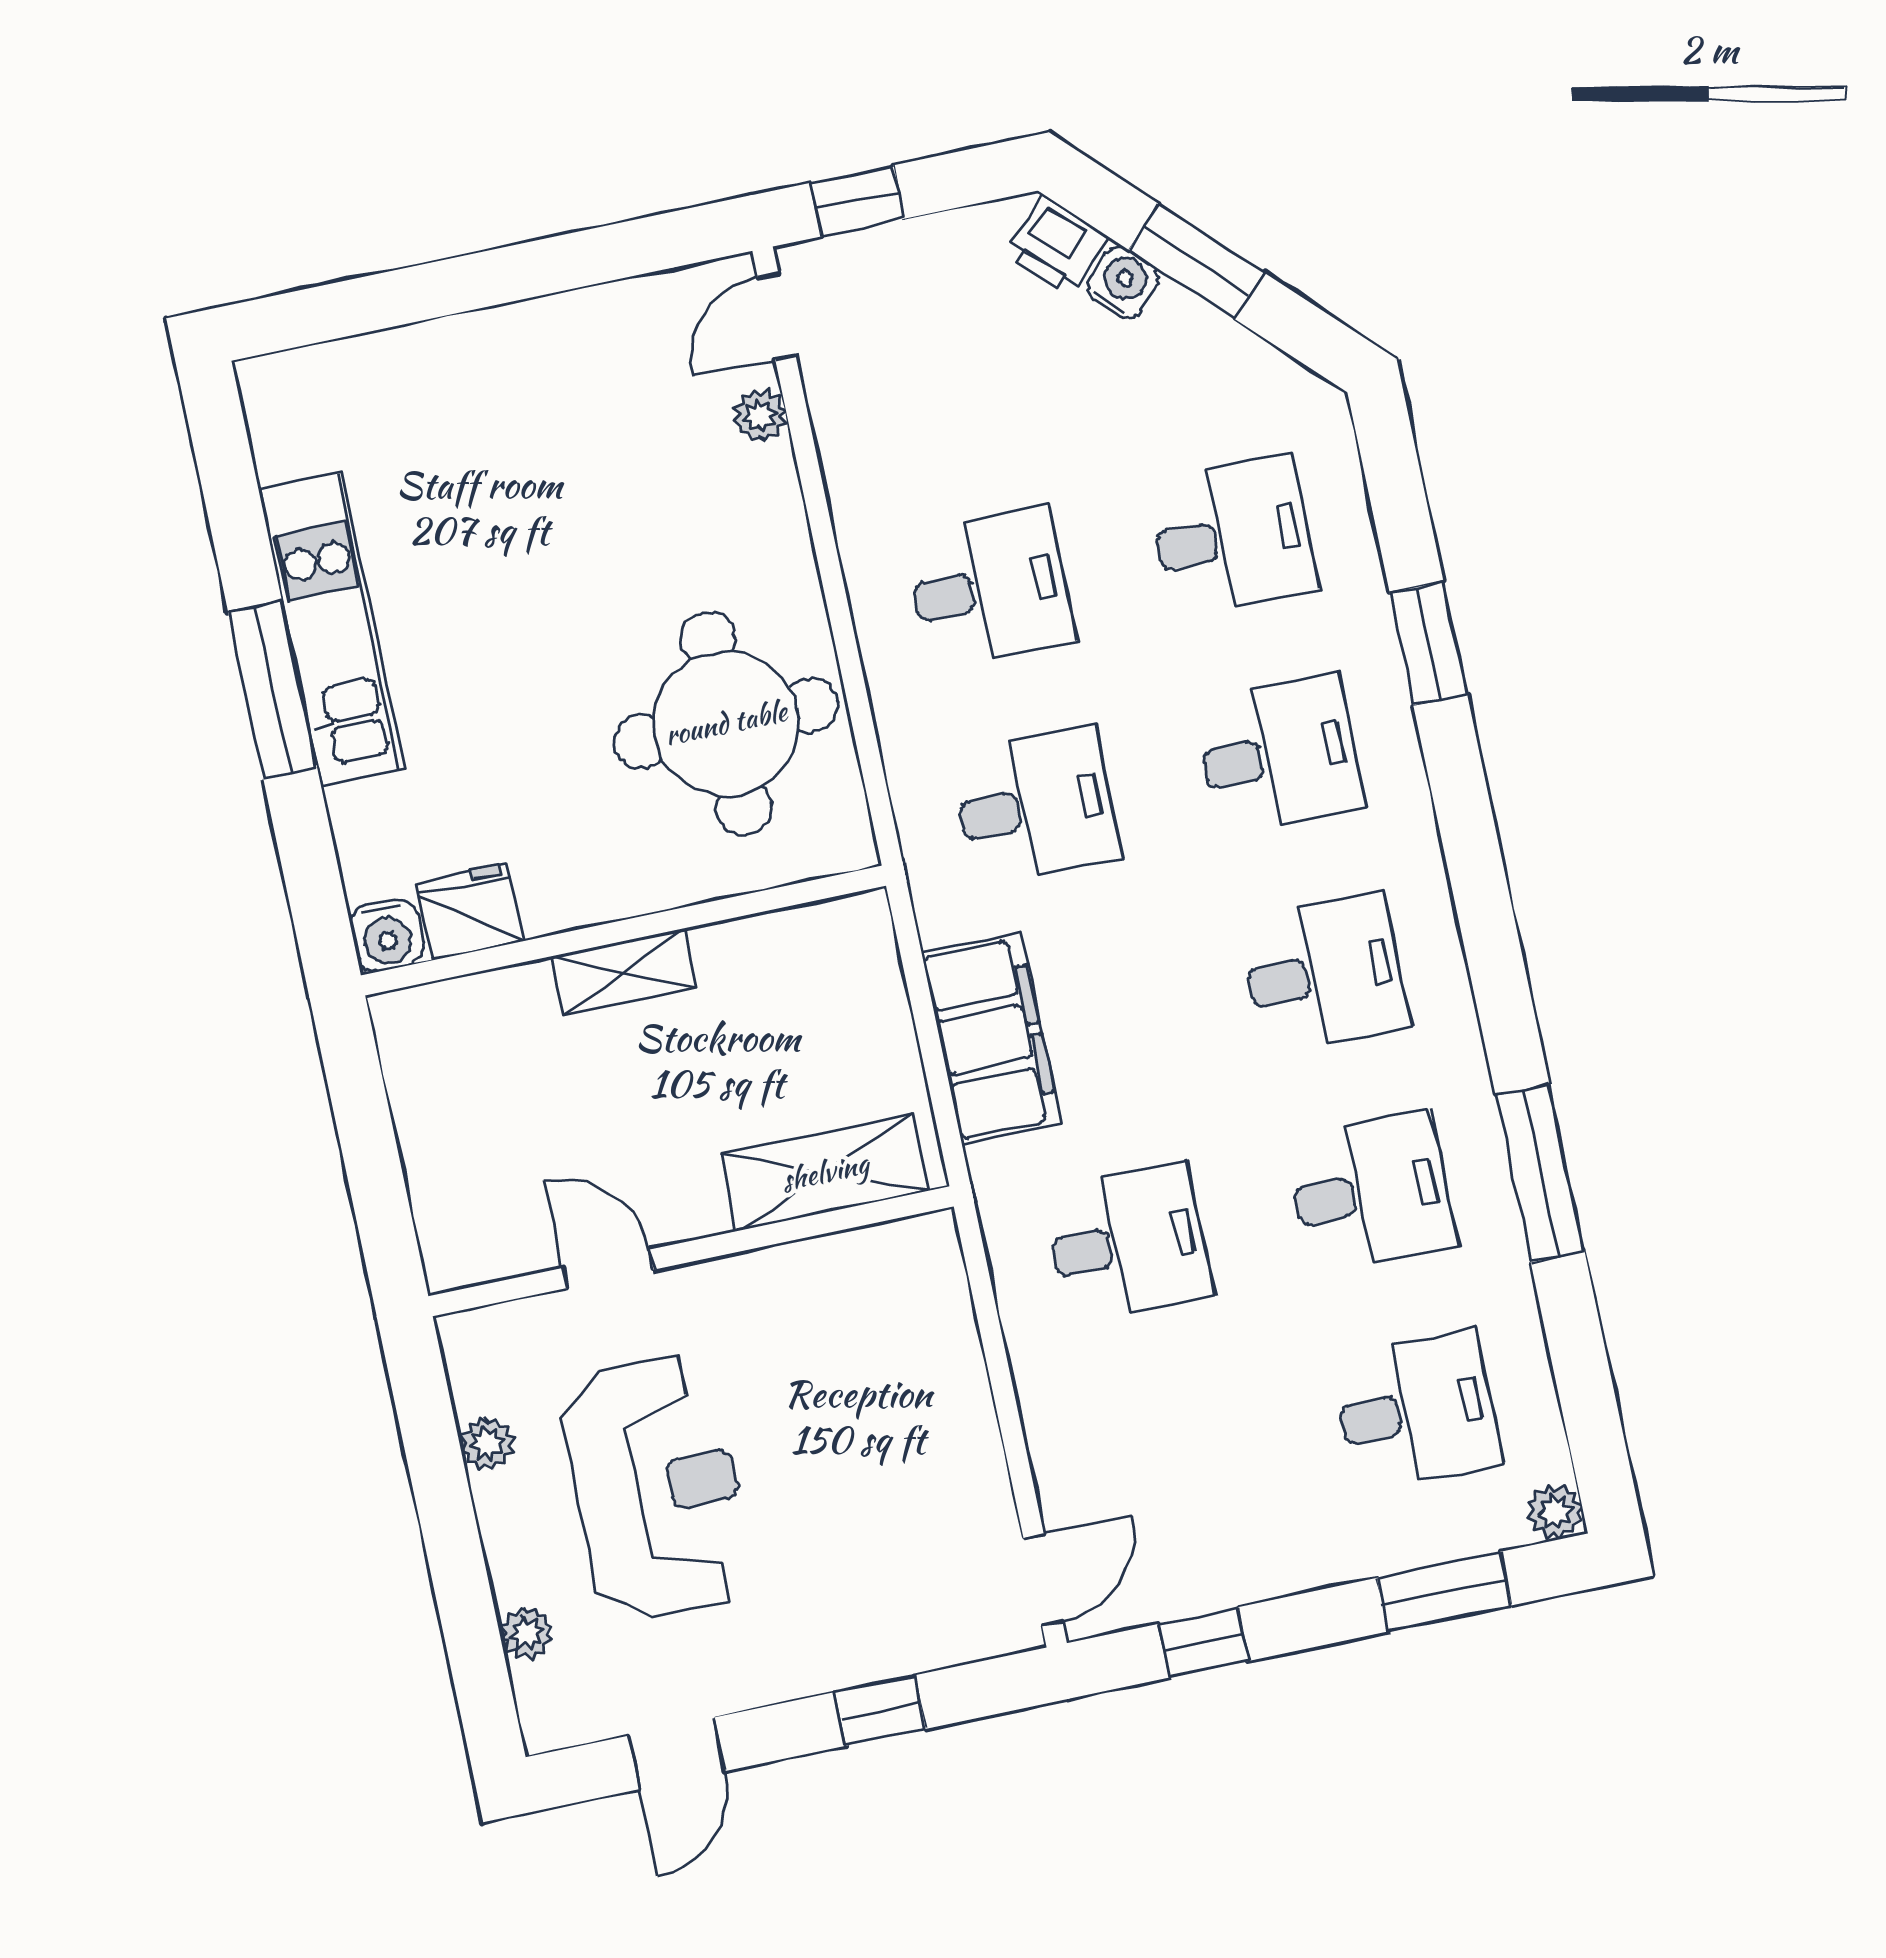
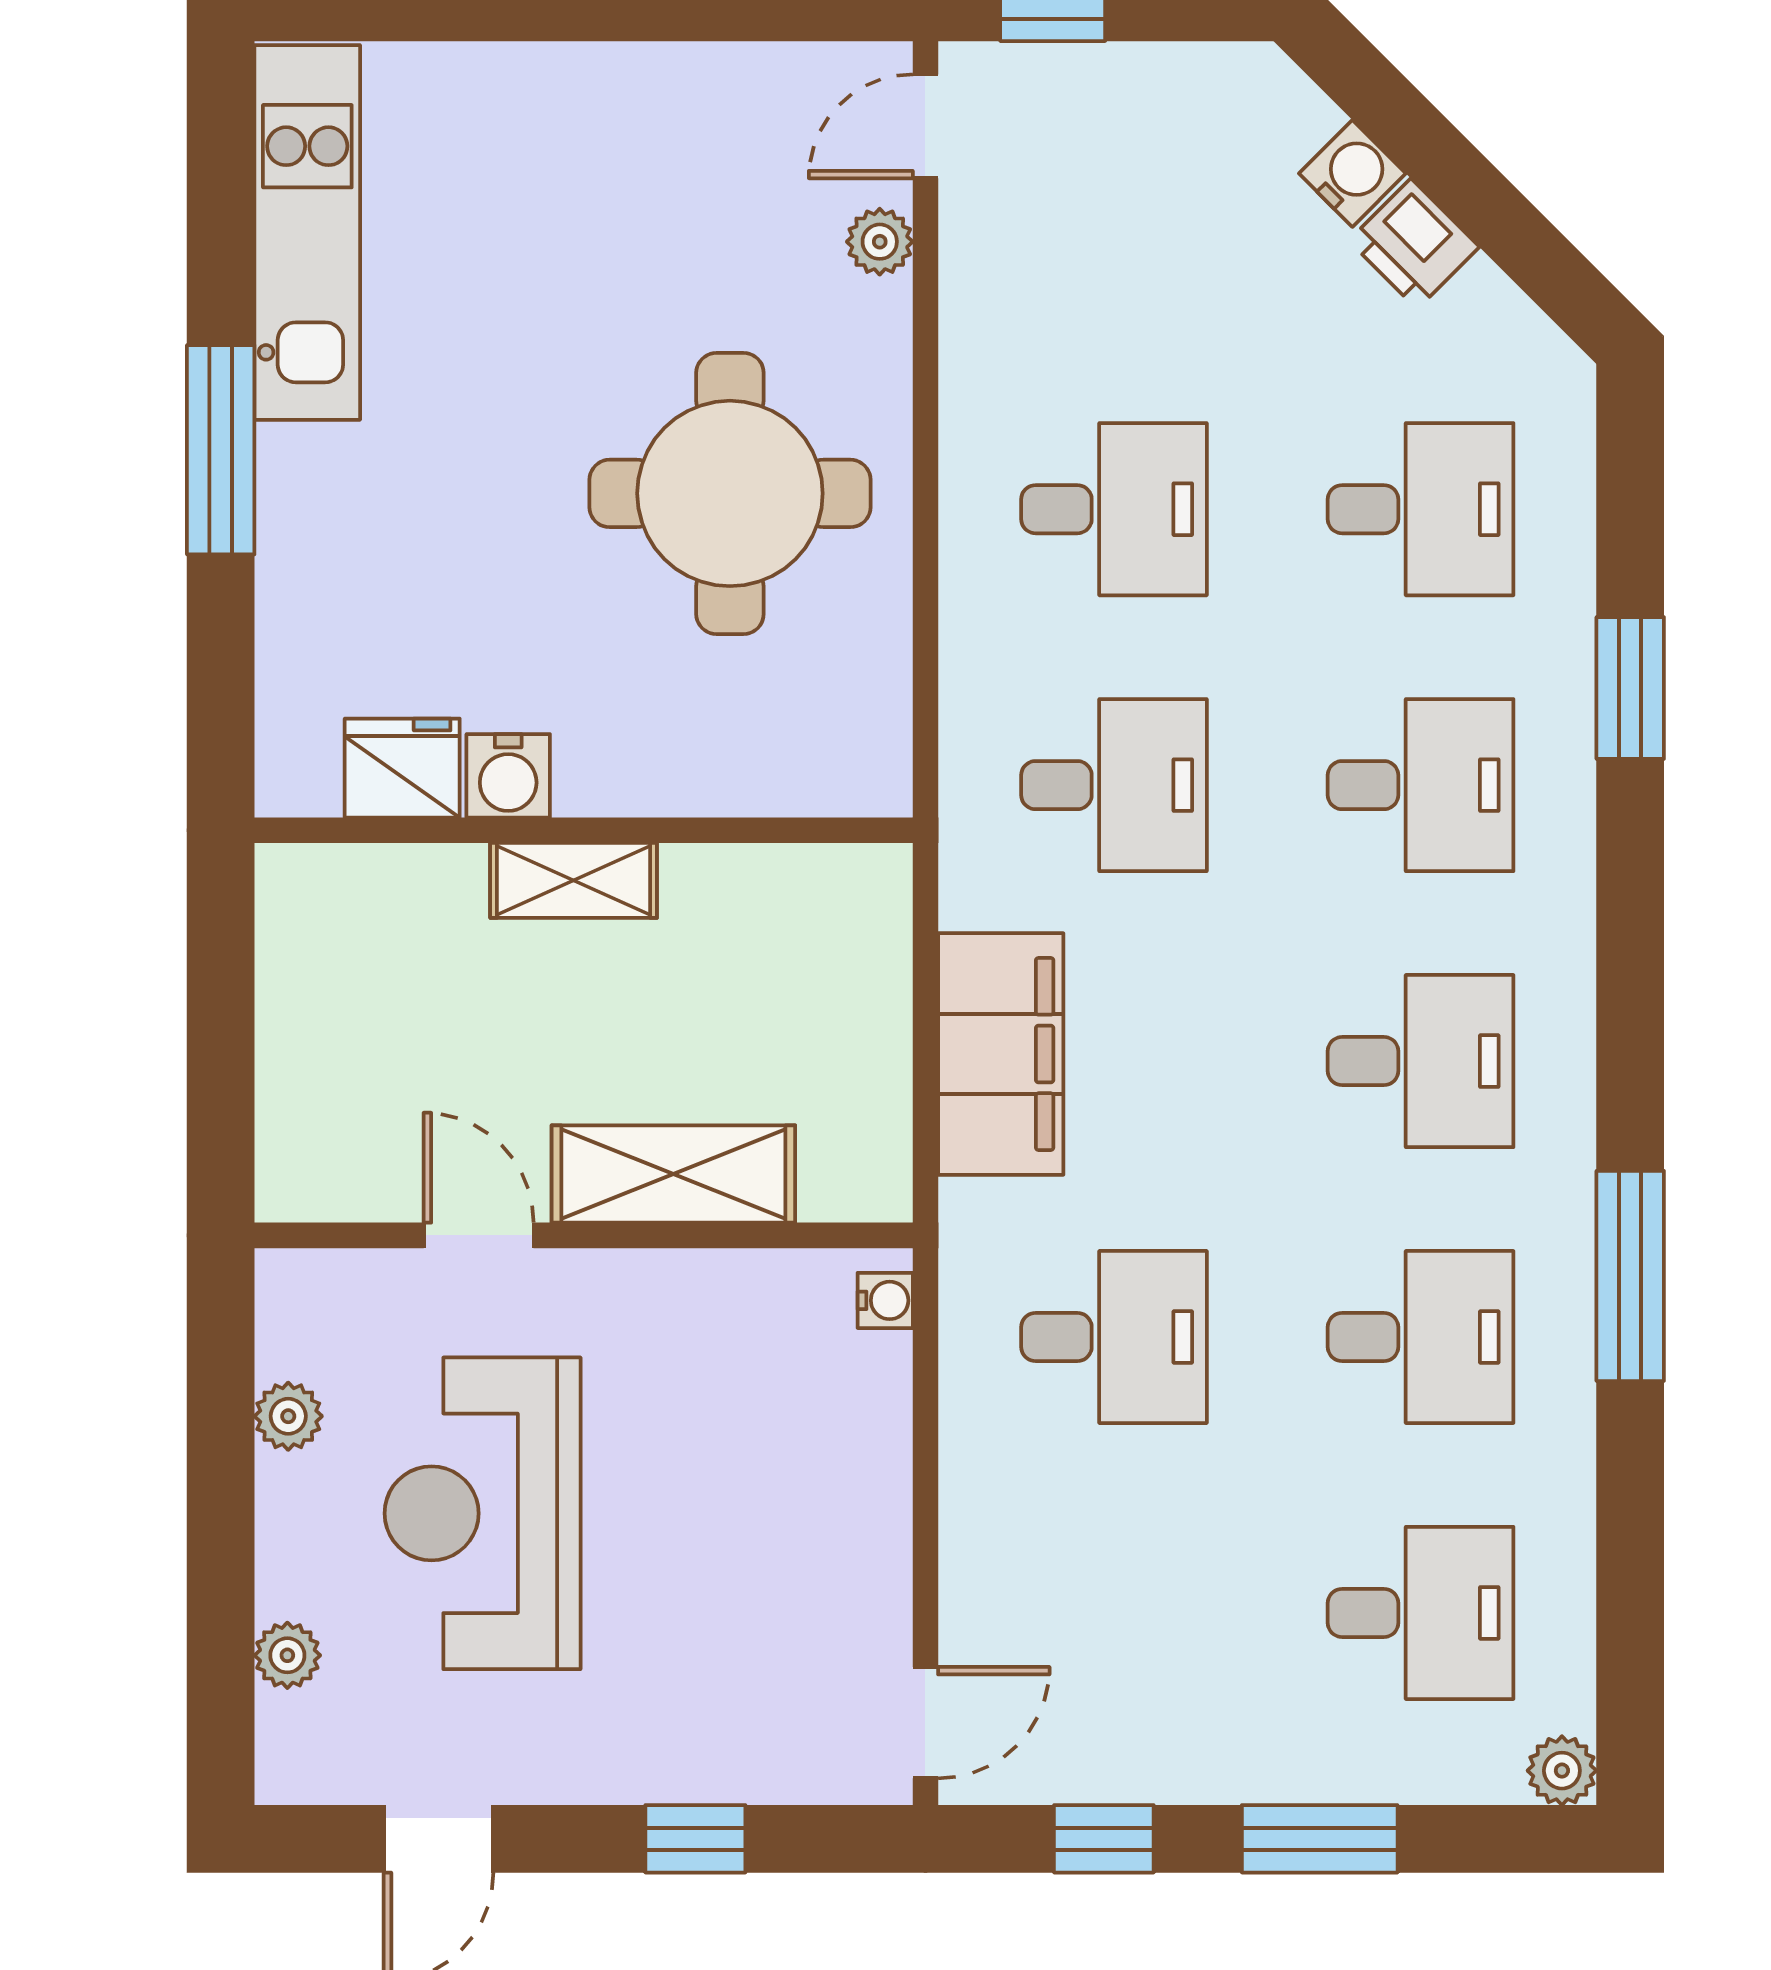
printer: (1057, 245) -> (1414, 244), moved
window: (1196, 261) -> (1447, 167), removed
kitchen unit: (331, 629) -> (307, 232), moved
round table: (726, 723) -> (730, 493), moved
water cooler: (387, 935) -> (508, 776), moved
shelving: (825, 1172) -> (673, 1174), moved
window: (1540, 1173) -> (1630, 1276), moved
water cooler: (941, 1253) -> (885, 1300), added
reception desk: (657, 1488) -> (483, 1513), turned 180
window: (1444, 1592) -> (1320, 1839), moved

